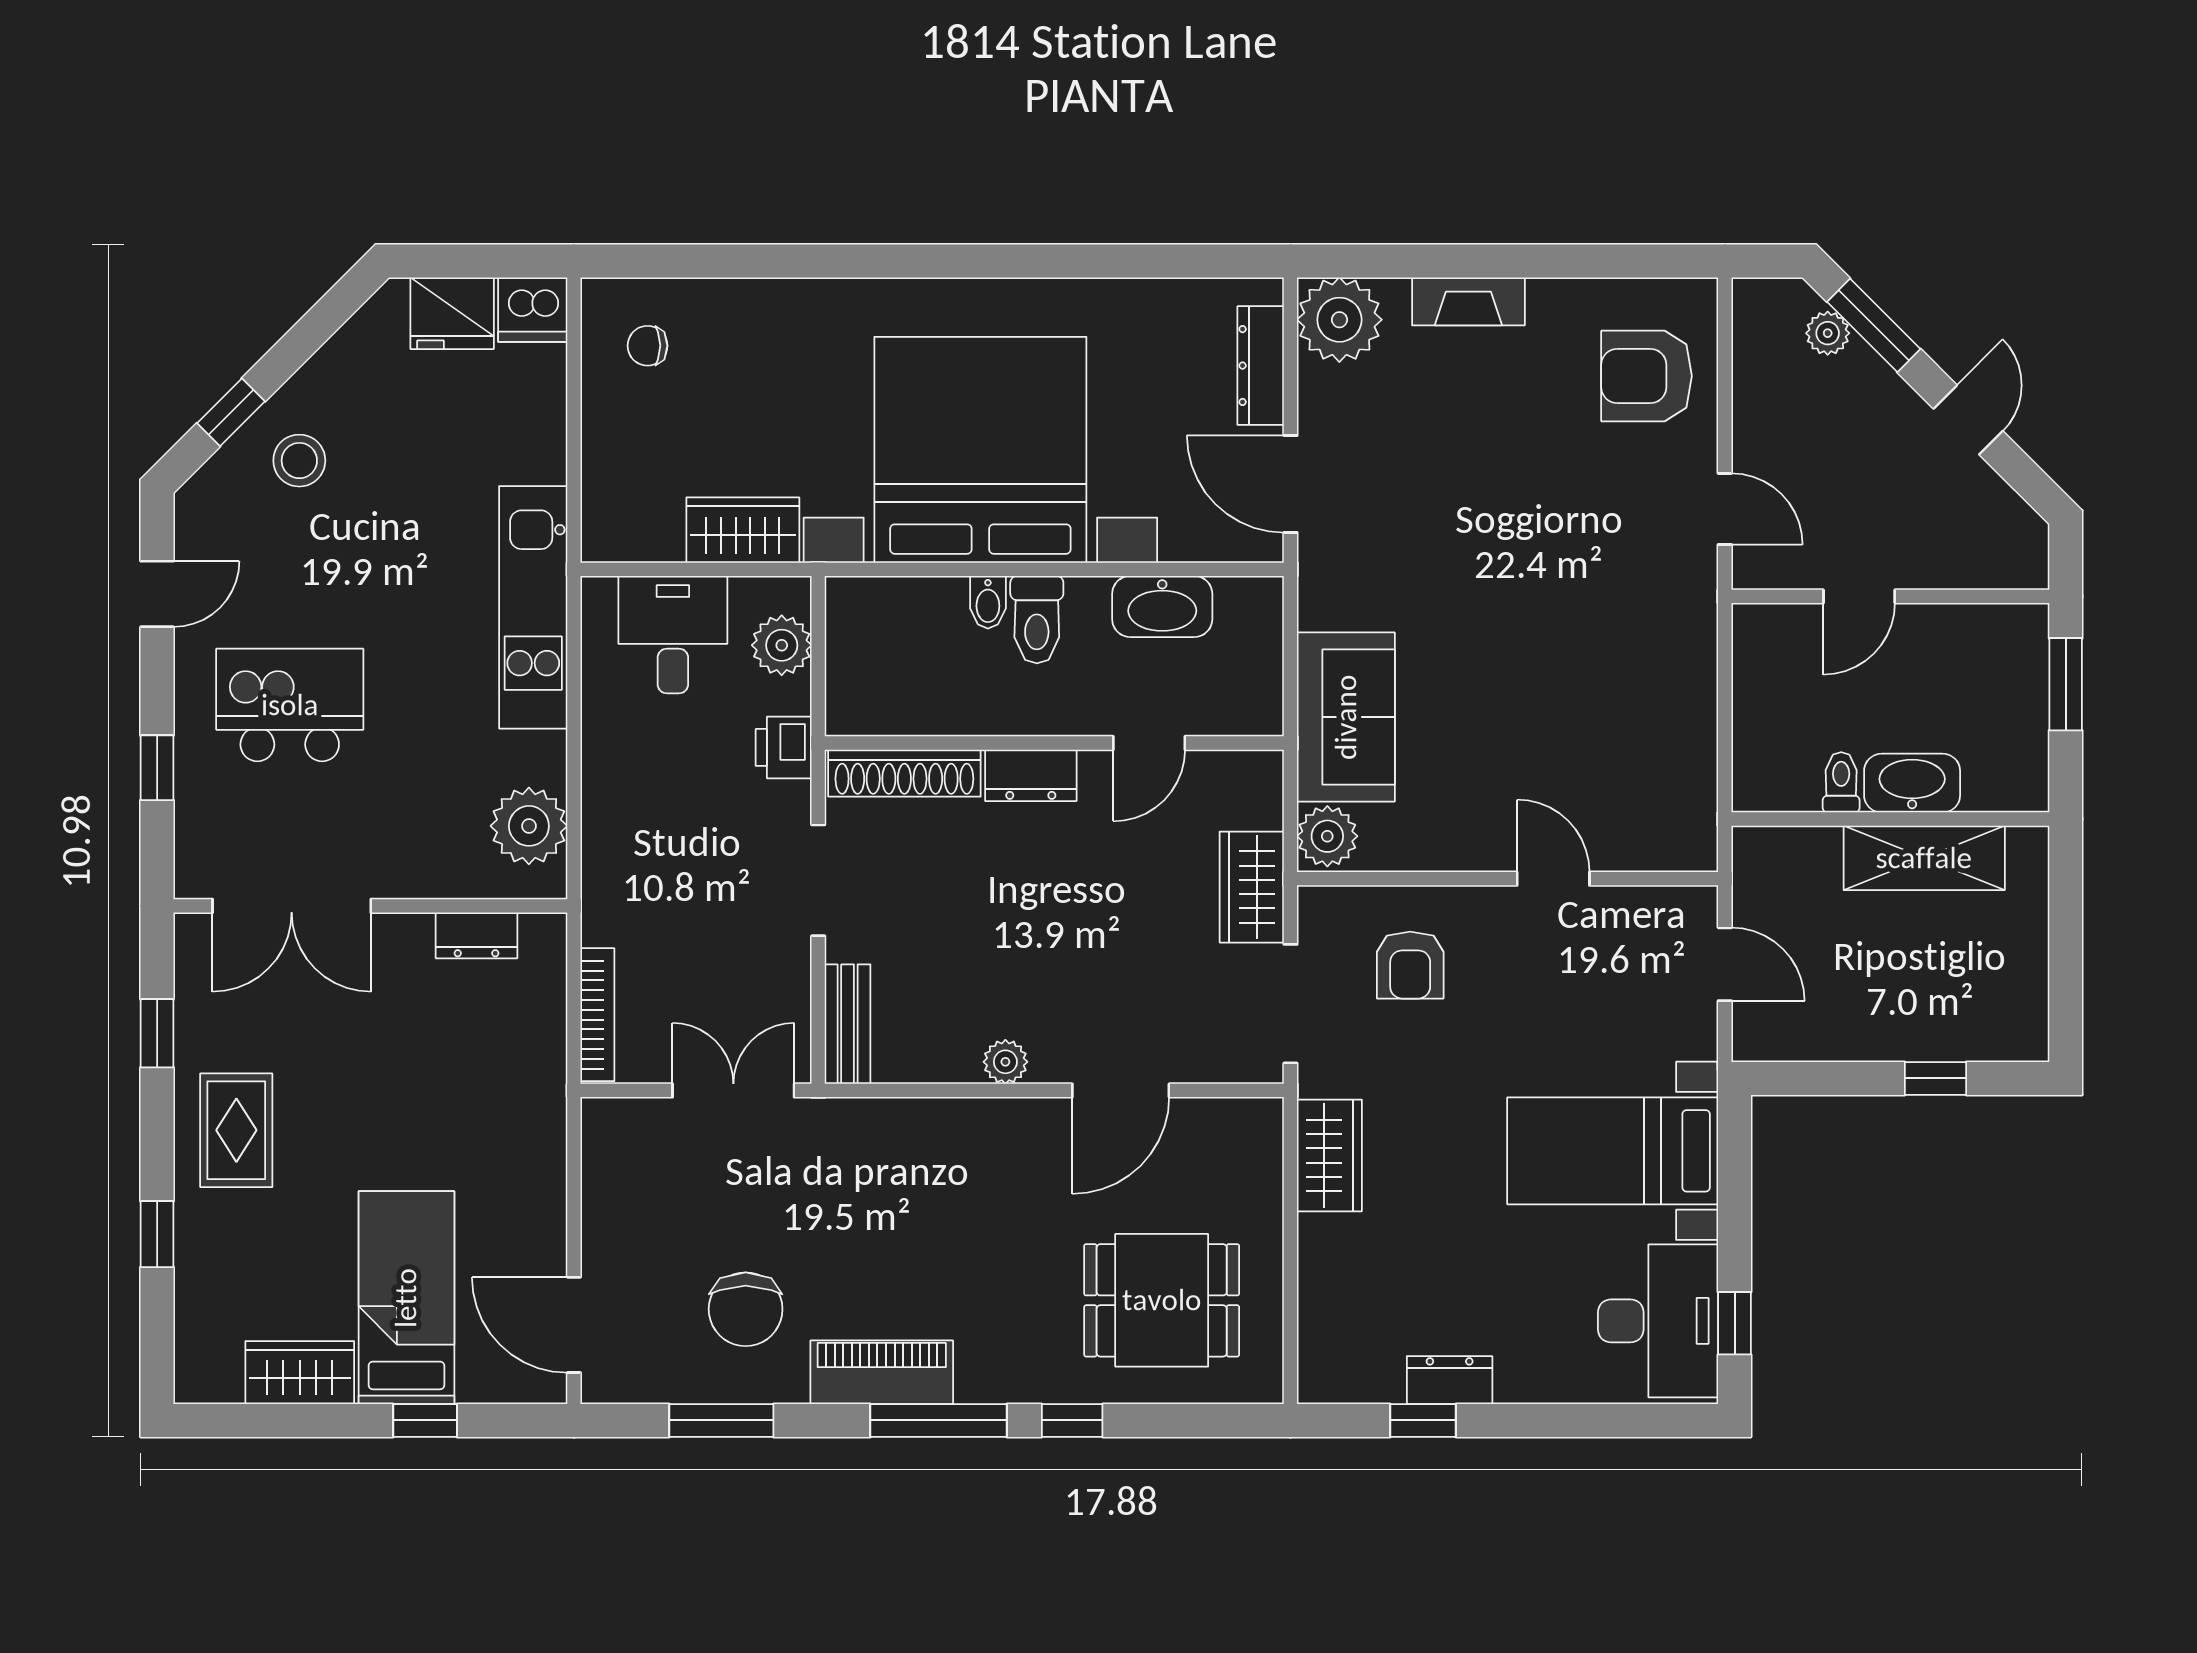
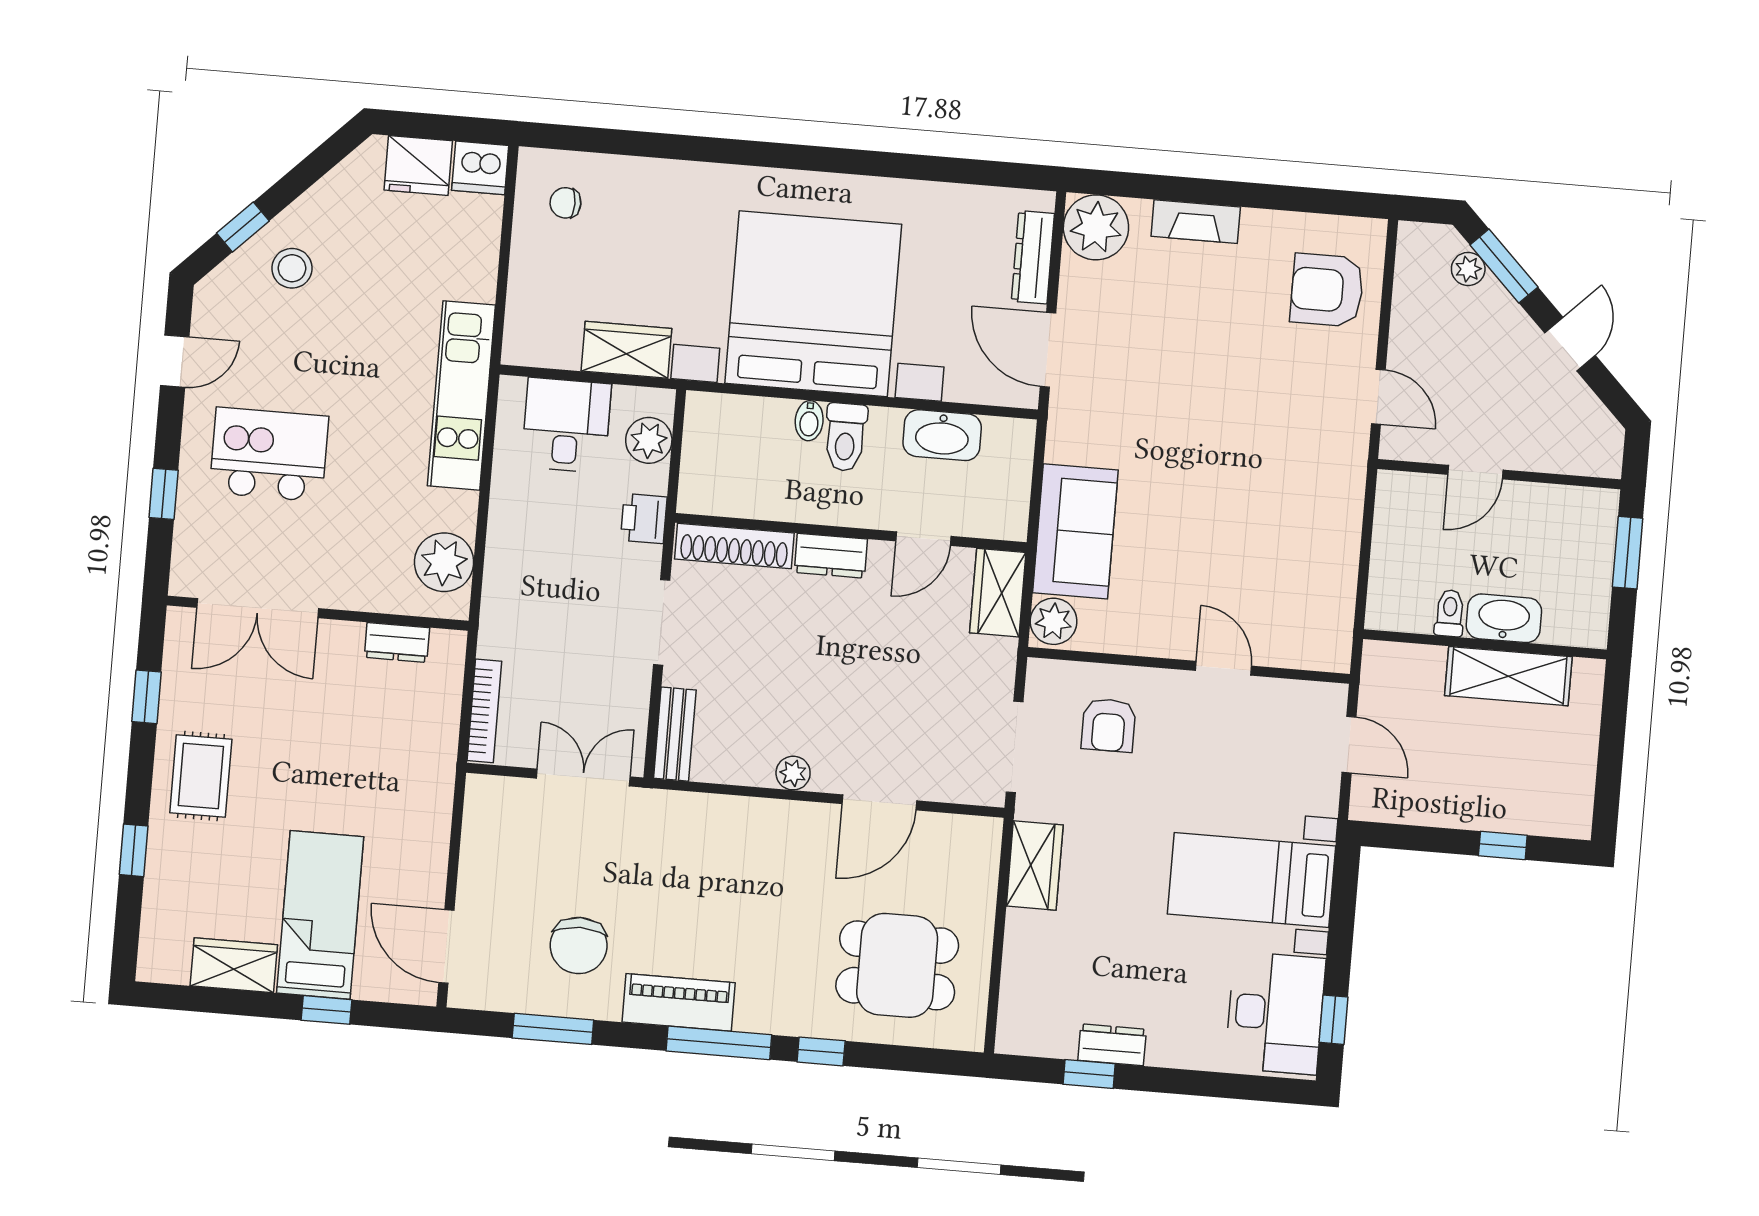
wardrobe: (1252, 887) -> (998, 593), moved

